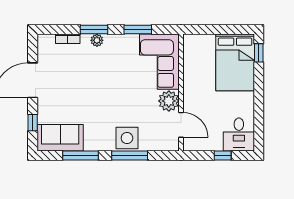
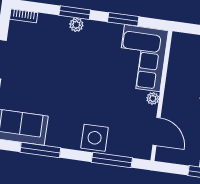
bookcase: (68, 39) -> (24, 16), moved
plant: (169, 101) -> (153, 98), width x0.53, depth x0.53
window: (130, 156) -> (112, 160), moved

